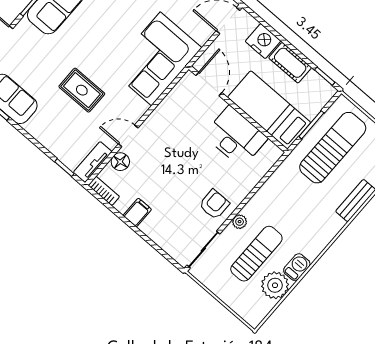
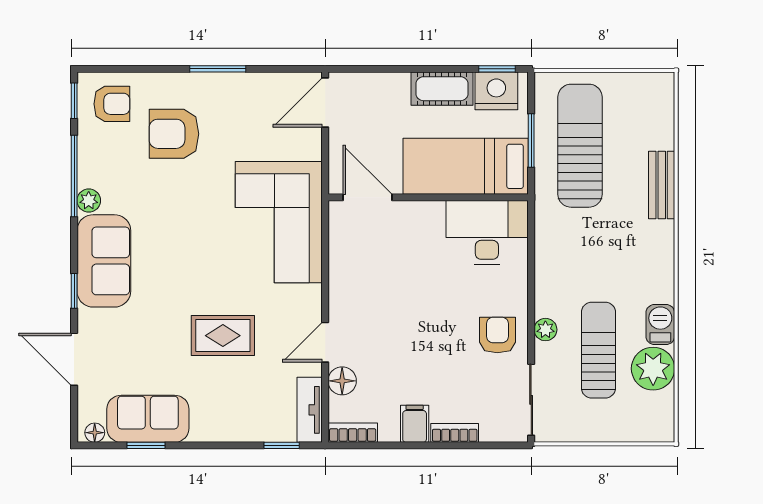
nightstand: (263, 41) -> (496, 91), moved
desk: (236, 137) -> (487, 233), moved
bookcase: (153, 234) -> (455, 433), added

